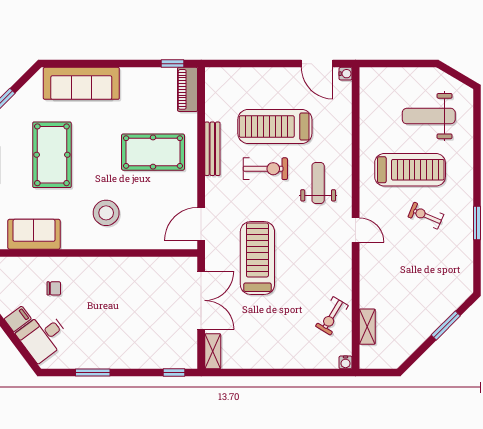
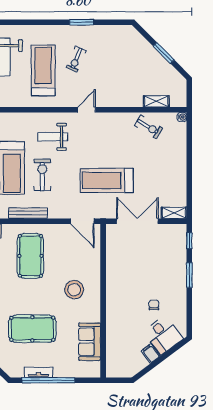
chair: (54, 288) -> (154, 305), moved
window: (446, 325) -> (164, 53), moved
window: (93, 372) -> (189, 275), moved

